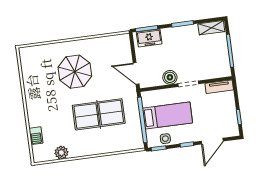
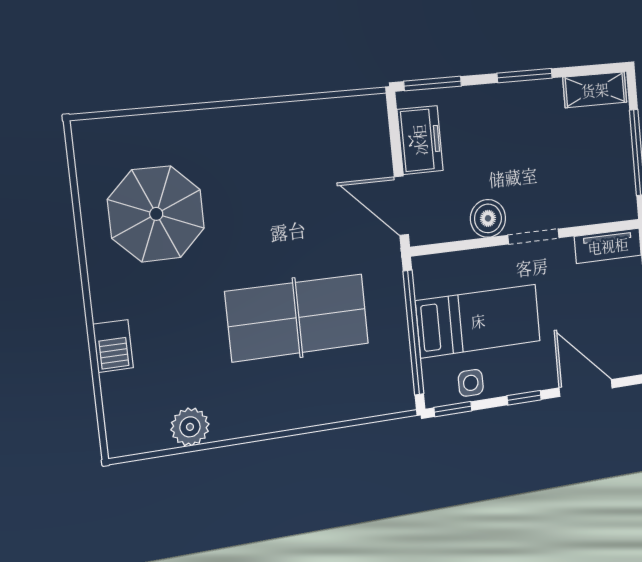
freezer: (149, 38) -> (420, 140), moved, turned -90
parasol: (75, 72) -> (156, 214), moved
barbecue: (36, 136) -> (113, 346), moved
door: (212, 141) -> (586, 388), swing flipped

